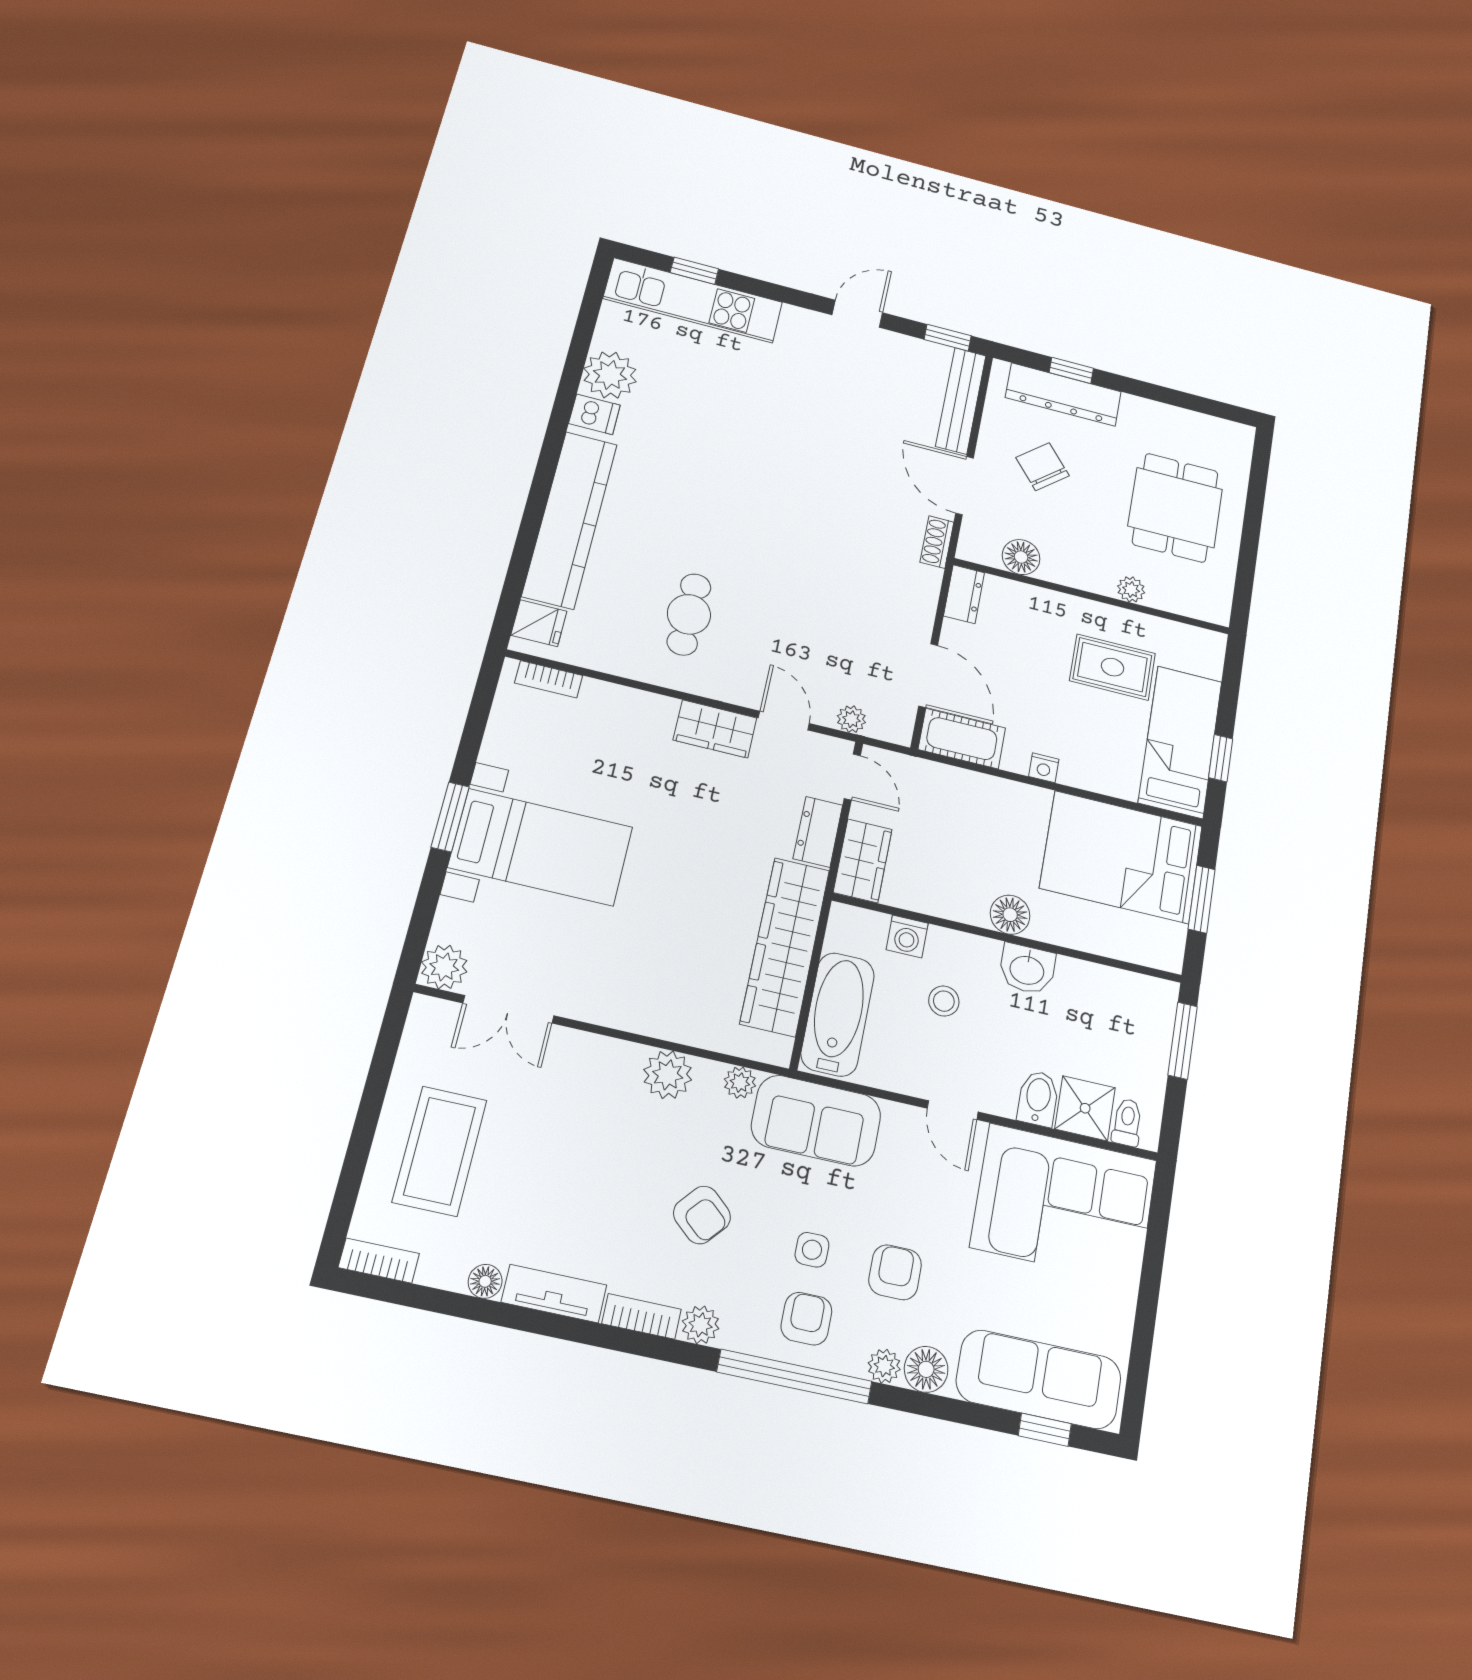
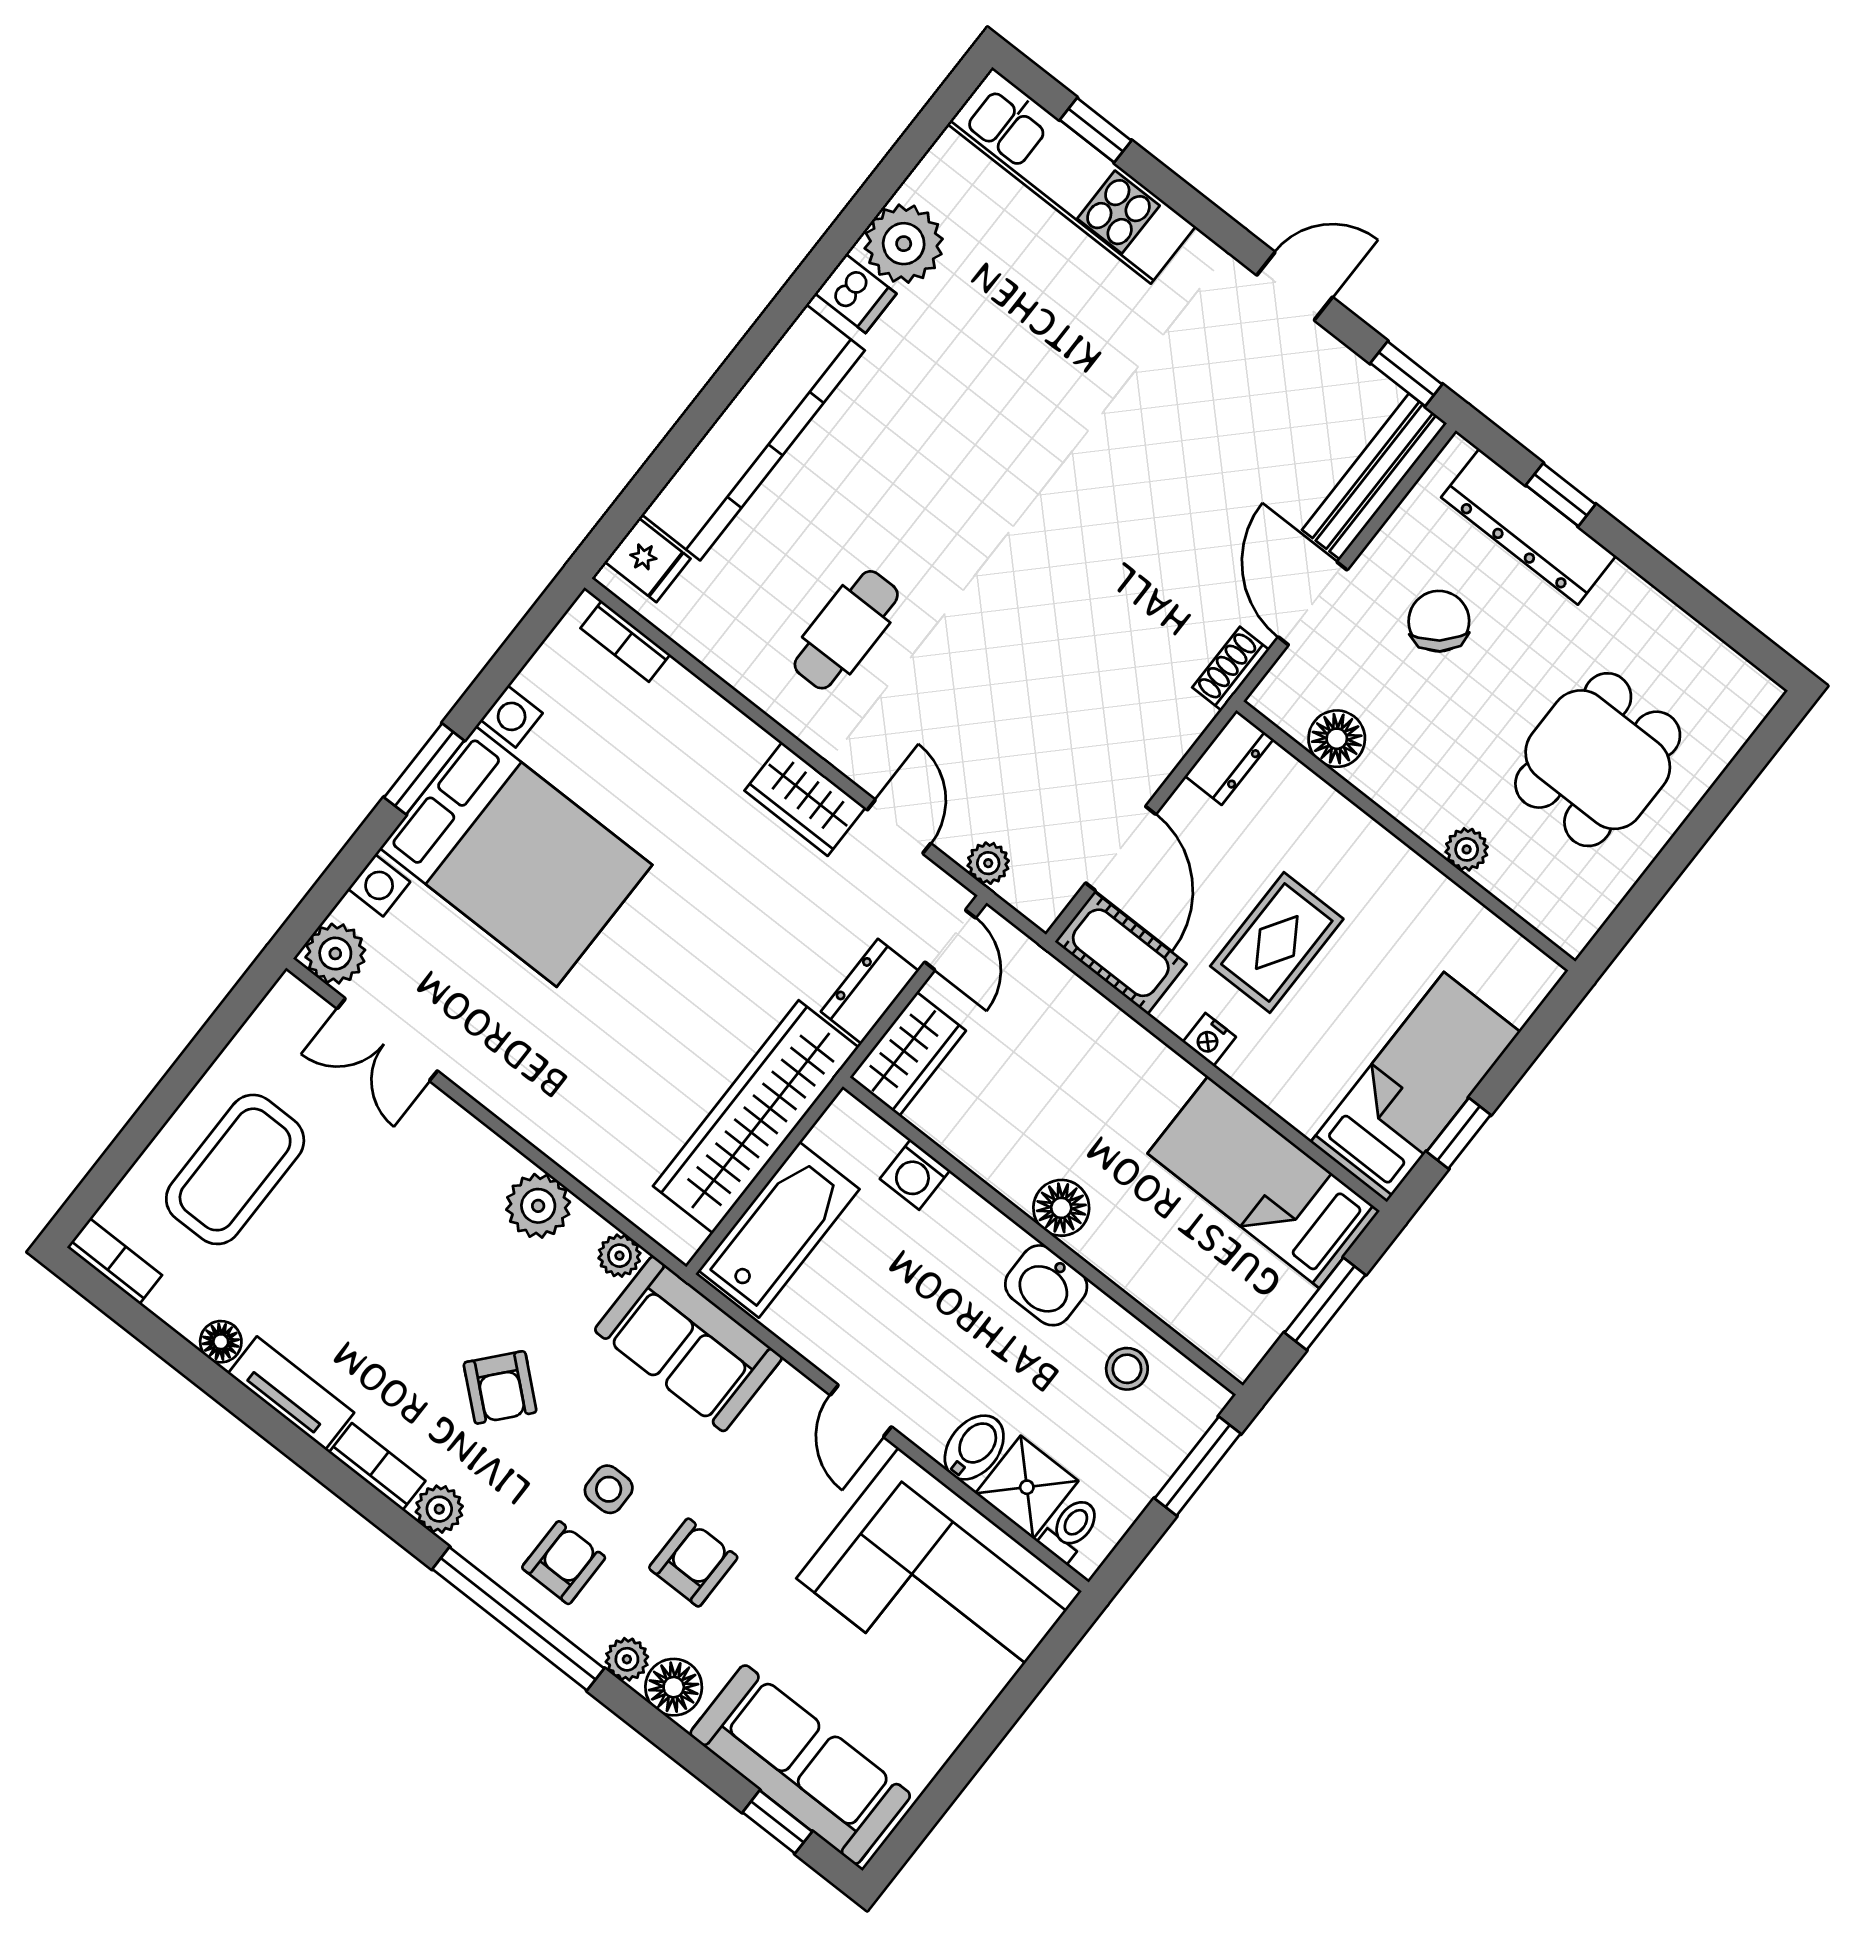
rug: (1112, 667) -> (1277, 943), moved, turned 90
bed with nightstands: (541, 847) -> (516, 856), width x1.36
bed: (1122, 857) -> (1264, 1182), width x0.67
stool: (944, 1001) -> (1127, 1369), moved

